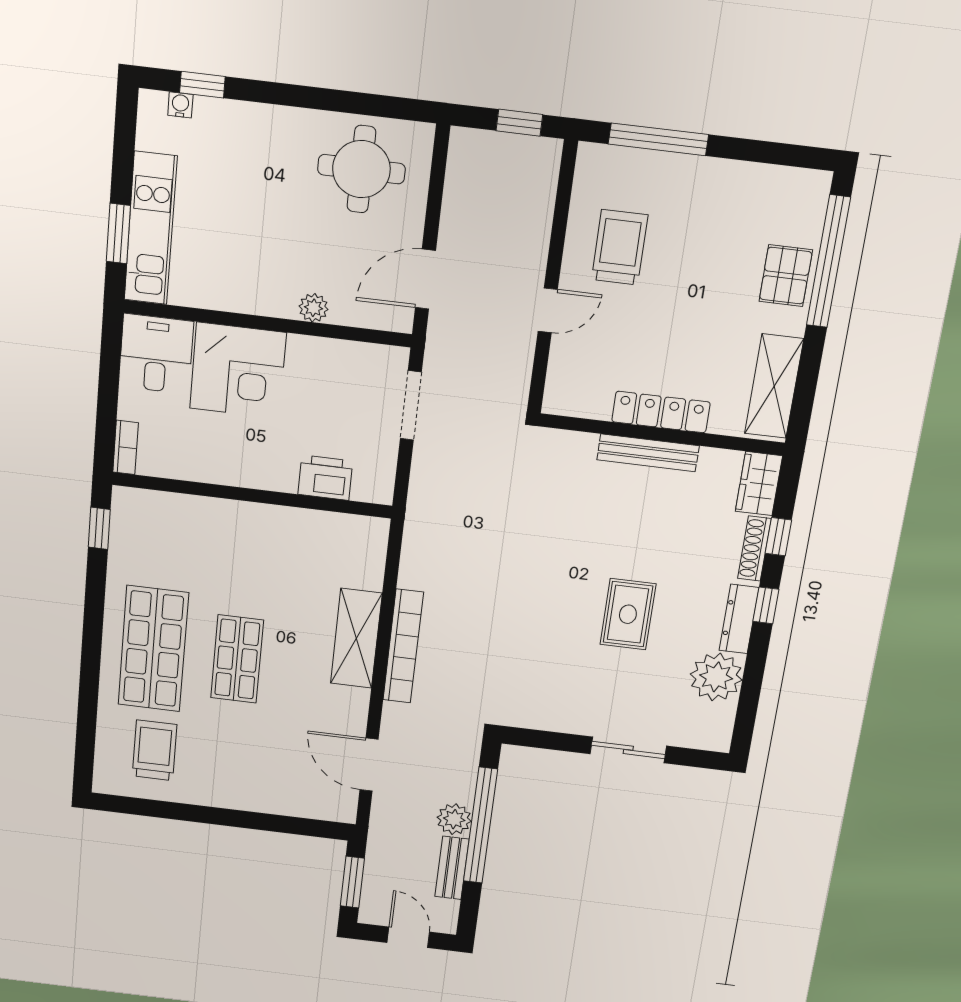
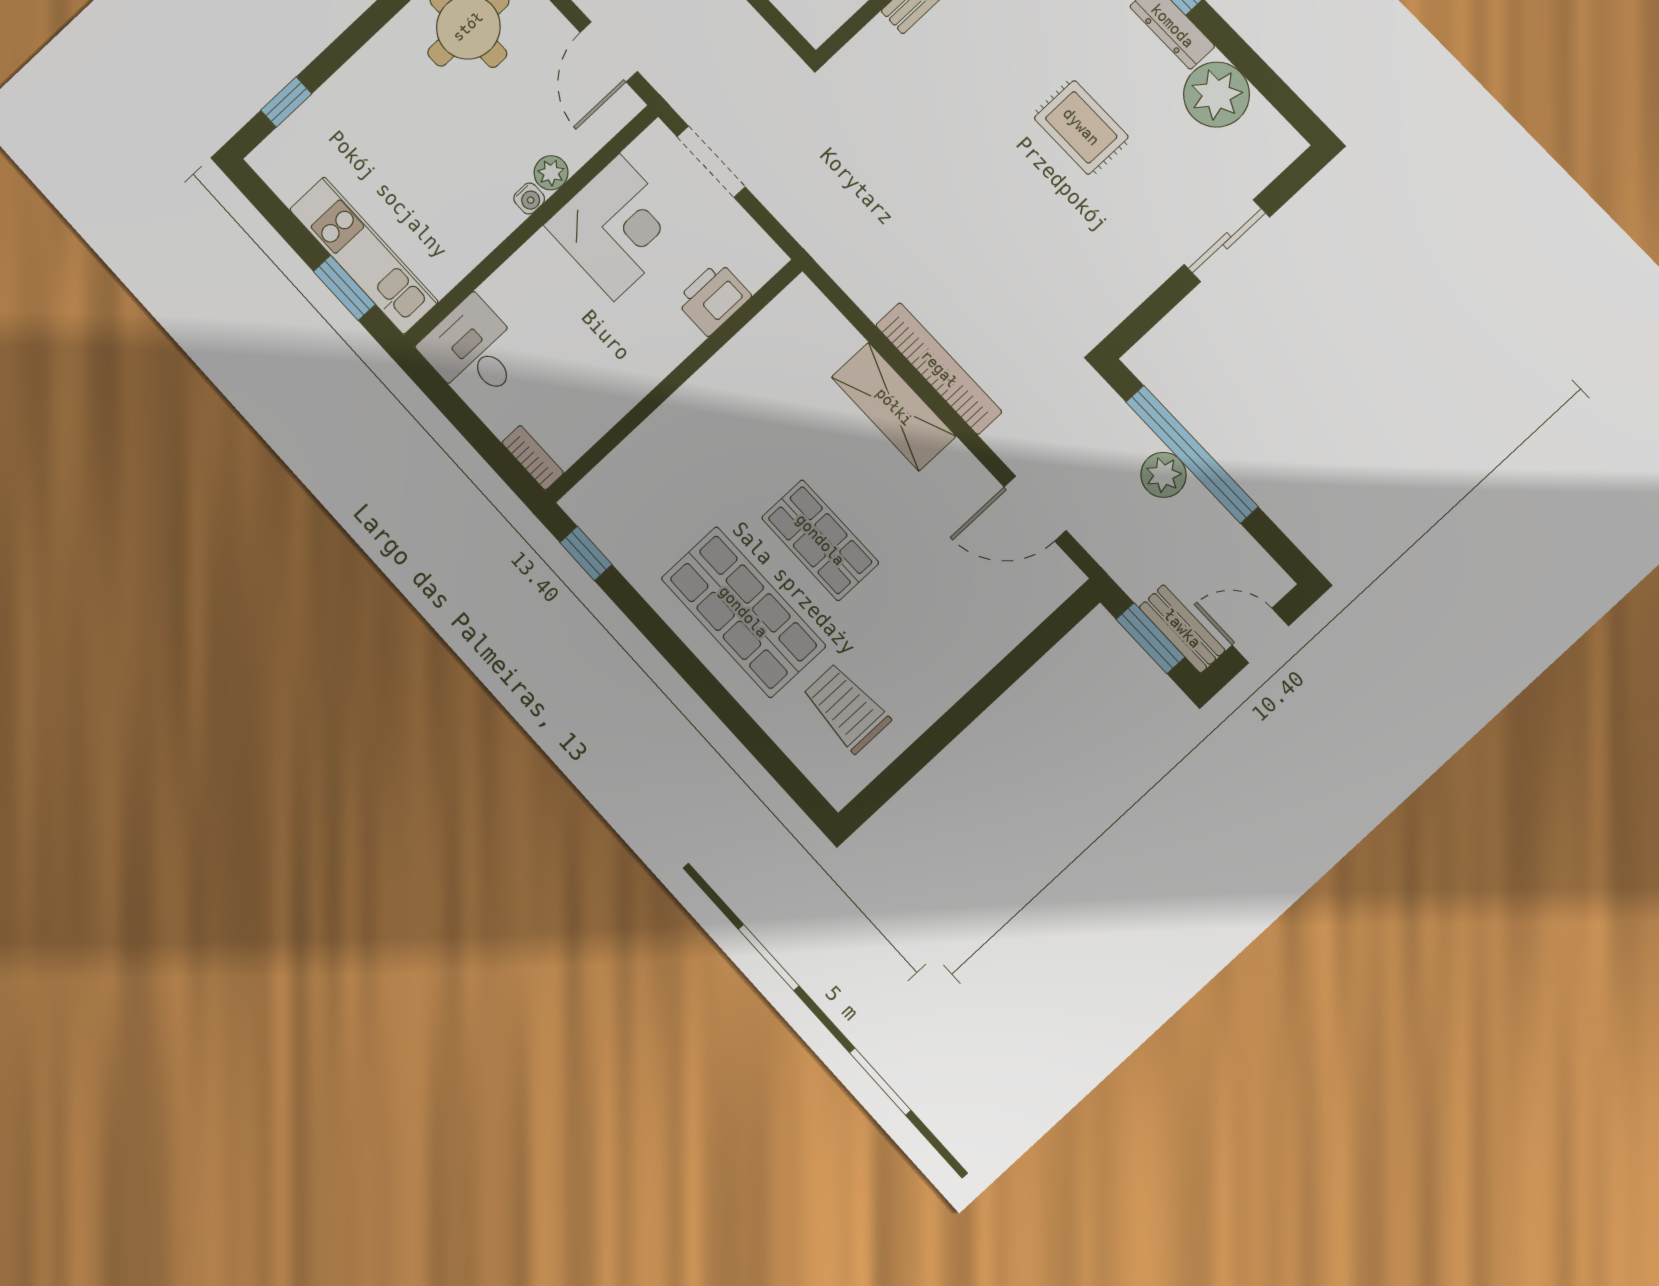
water cooler: (180, 105) -> (529, 199), moved, turned 180
corner desk: (238, 371) -> (617, 227), moved
bench: (452, 868) -> (1182, 629), moved

